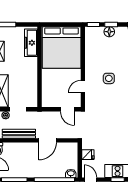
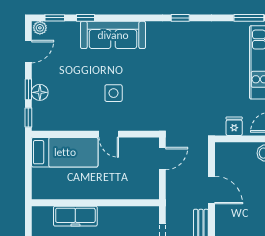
freezer: (31, 43) -> (75, 216), moved
bed: (62, 47) -> (65, 152), width x0.49
door: (83, 87) -> (109, 134), moved

